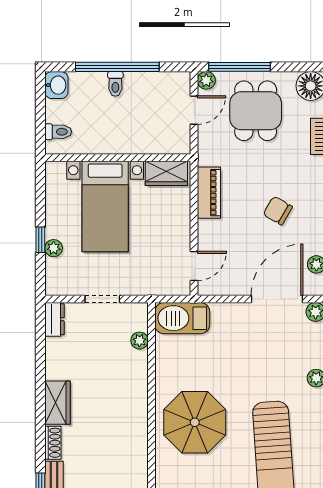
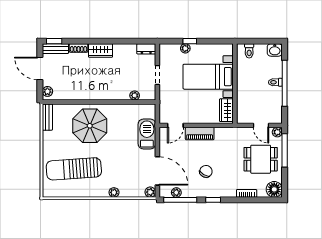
piano: (209, 193) -> (200, 134), moved
door: (194, 266) -> (175, 125), hinge flipped
barbecue: (182, 318) -> (147, 134), moved

